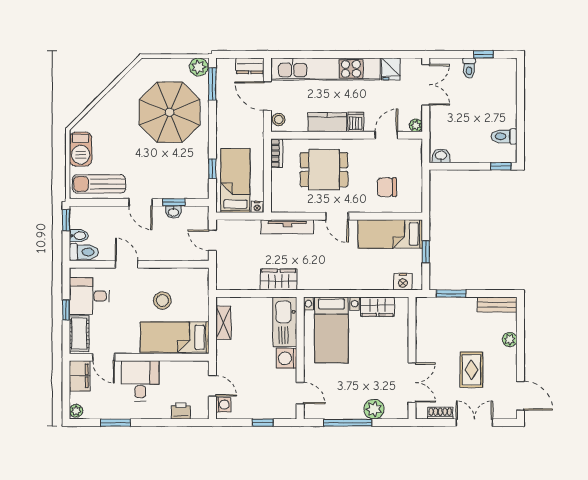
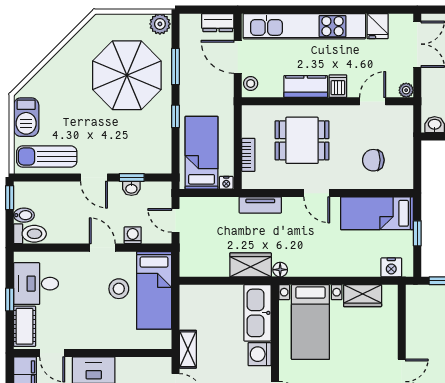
window: (212, 84) -> (175, 67), moved
bookcase: (277, 153) -> (248, 155), moved
window: (212, 169) -> (175, 116), moved
tv unit: (287, 227) -> (260, 205), width x0.71
washing machine: (175, 253) -> (133, 235), added
door: (127, 264) -> (102, 248), moved
floor lamp: (305, 284) -> (280, 270), added
shelving: (223, 323) -> (188, 349), moved
bed: (175, 337) -> (154, 290), moved, turned -90

